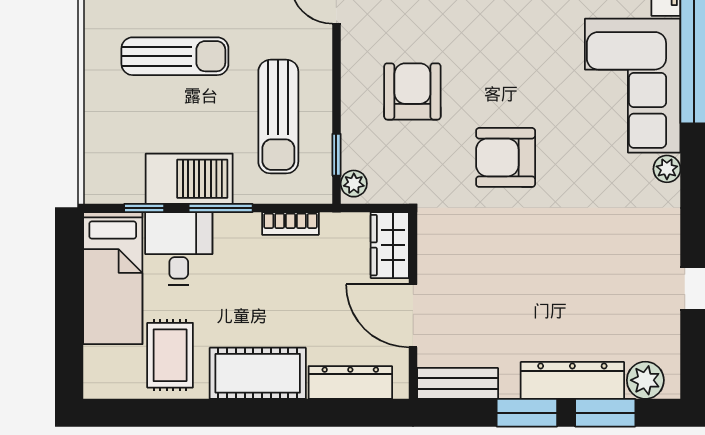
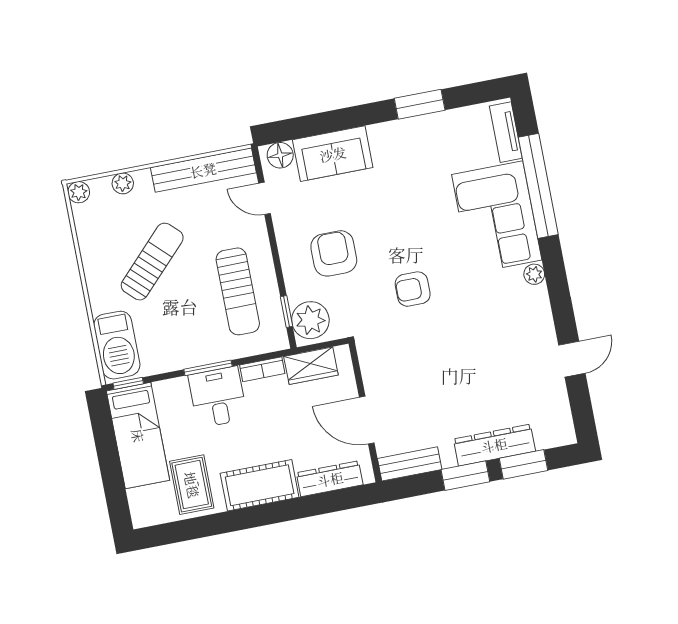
sun lounger: (175, 56) -> (152, 262), turned -46
armchair: (506, 157) -> (413, 289), width x0.72, depth x0.72
barbecue: (189, 179) -> (117, 345), moved, turned 90
plant: (354, 184) -> (310, 320), width x1.88, depth x1.88
window: (144, 208) -> (128, 383), moved
wardrobe: (390, 245) -> (311, 366), moved, turned -90
desk: (179, 248) -> (218, 397), moved
plant: (645, 380) -> (549, 434), removed

